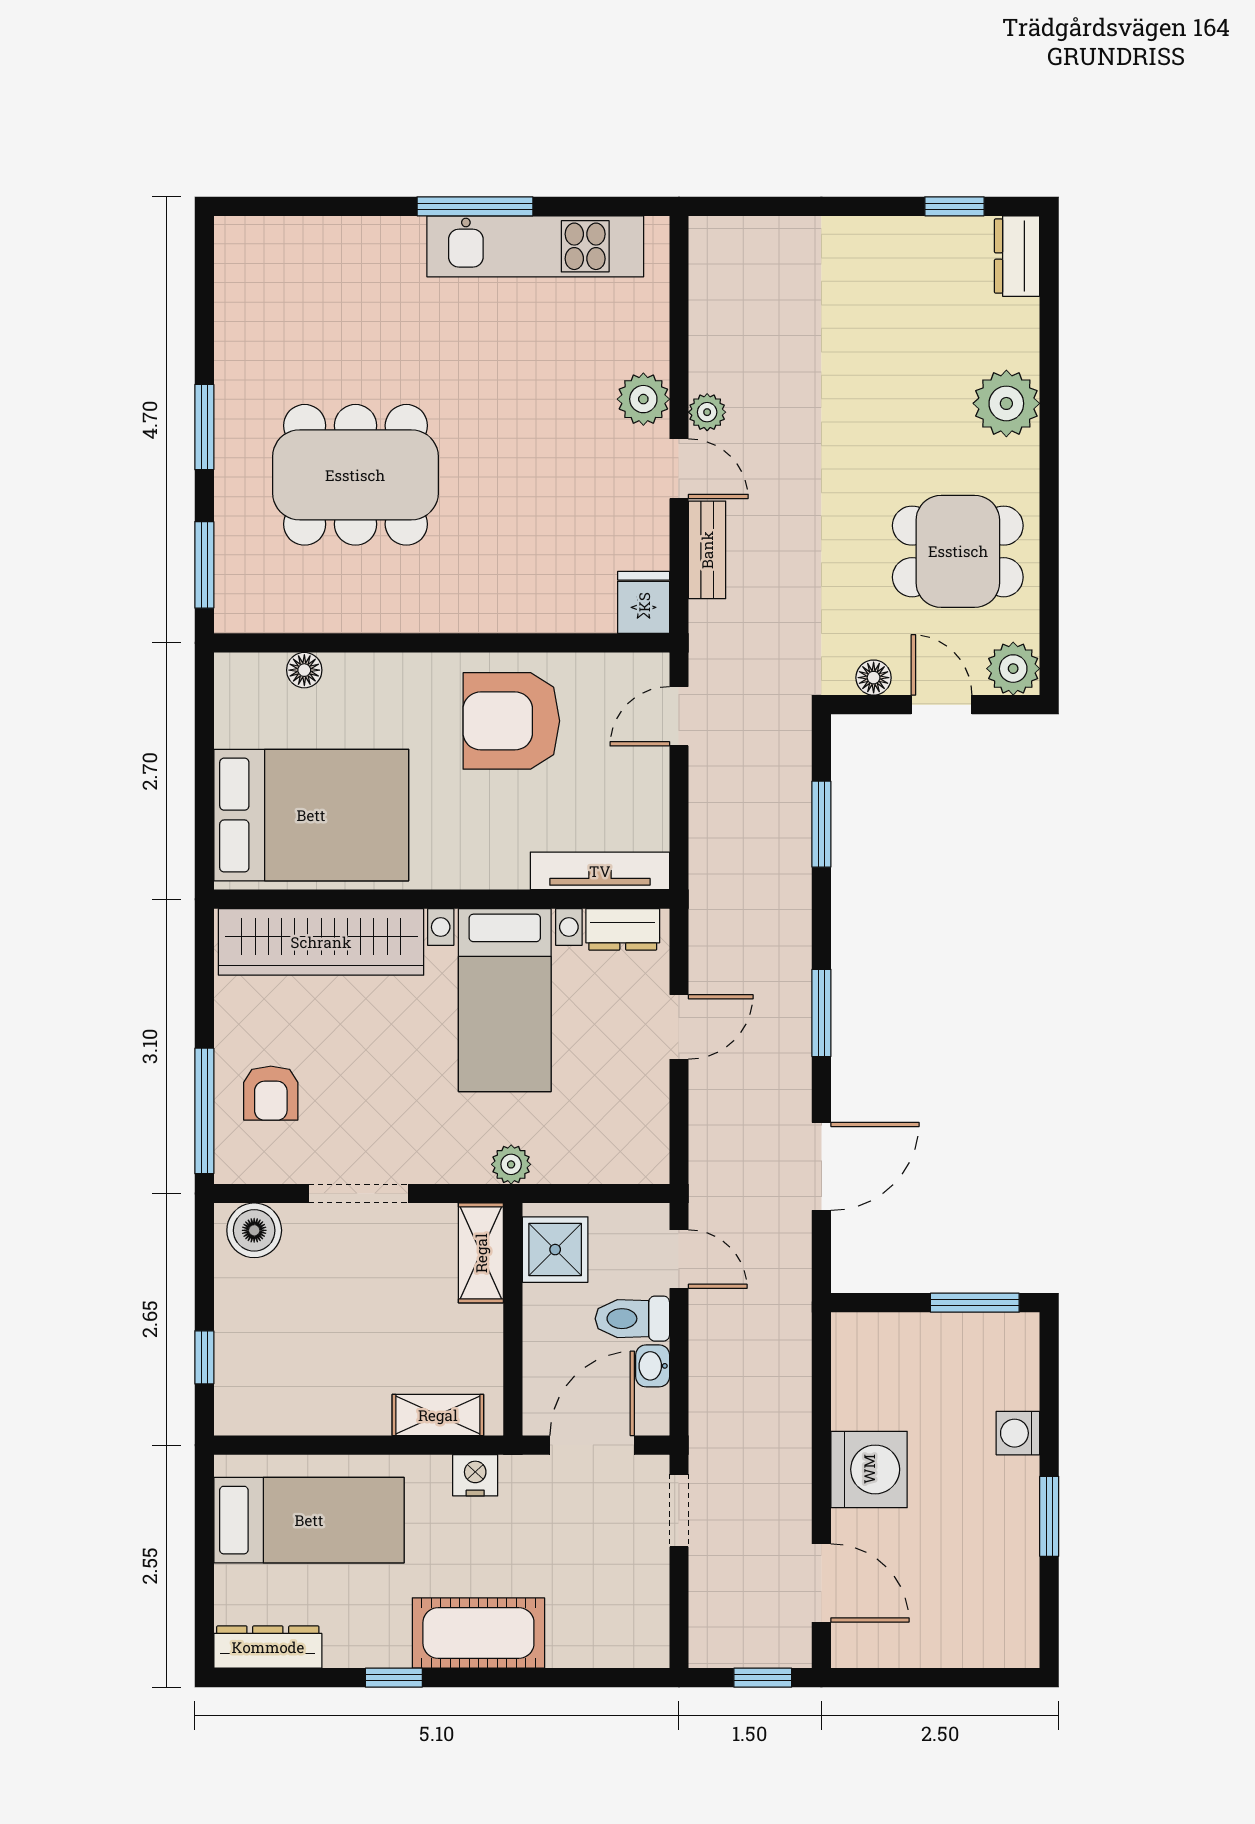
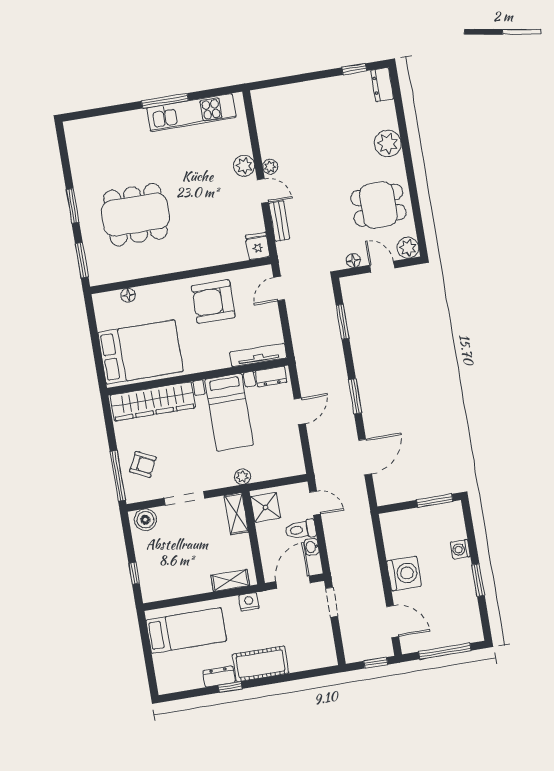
armchair: (271, 1093) -> (143, 464), turned -64
dresser: (268, 1647) -> (219, 677), moved, width x0.70
window: (938, 1678) -> (445, 651), added

